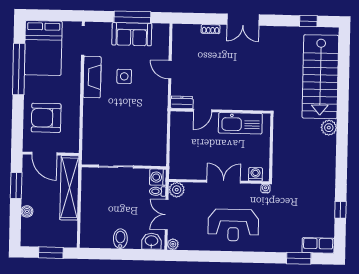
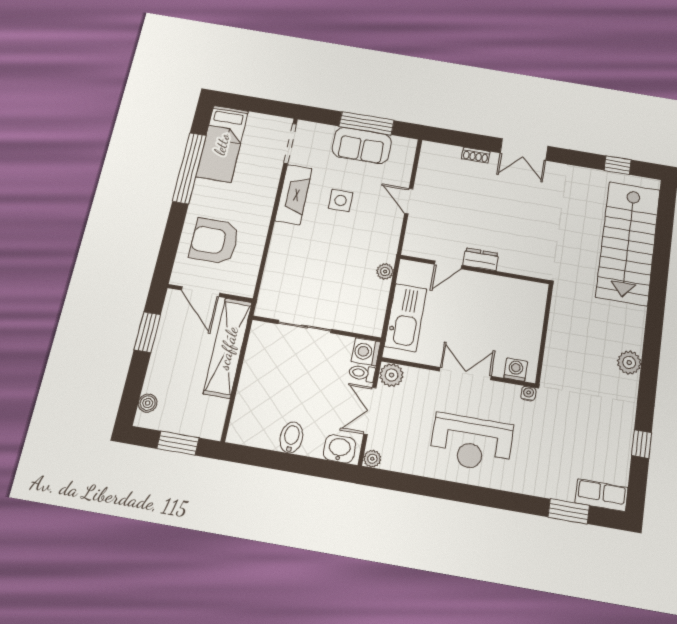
bed: (43, 48) -> (222, 144), width x0.67
dresser: (182, 102) -> (481, 259), moved
plant: (162, 121) -> (385, 271), added
kitchen sink: (240, 123) -> (406, 318), moved, turned -90
plant: (329, 128) -> (629, 363), moved
boiler: (27, 211) -> (148, 403), moved

